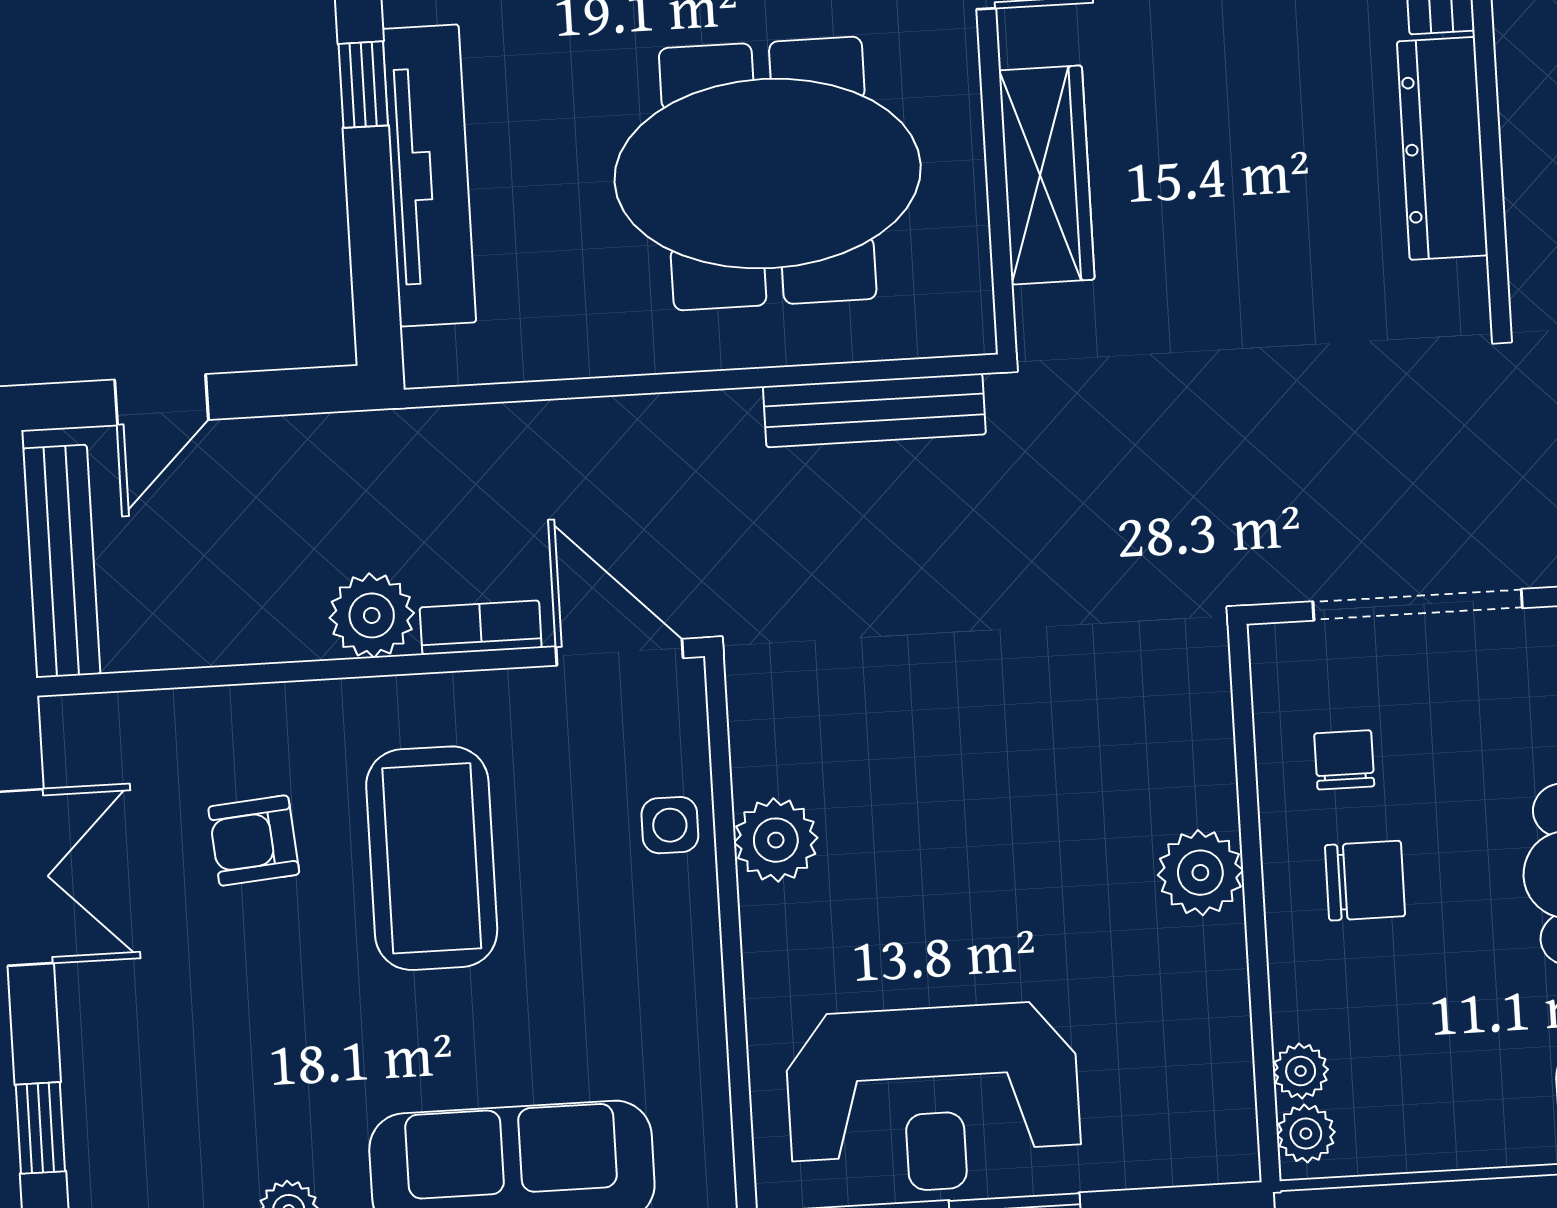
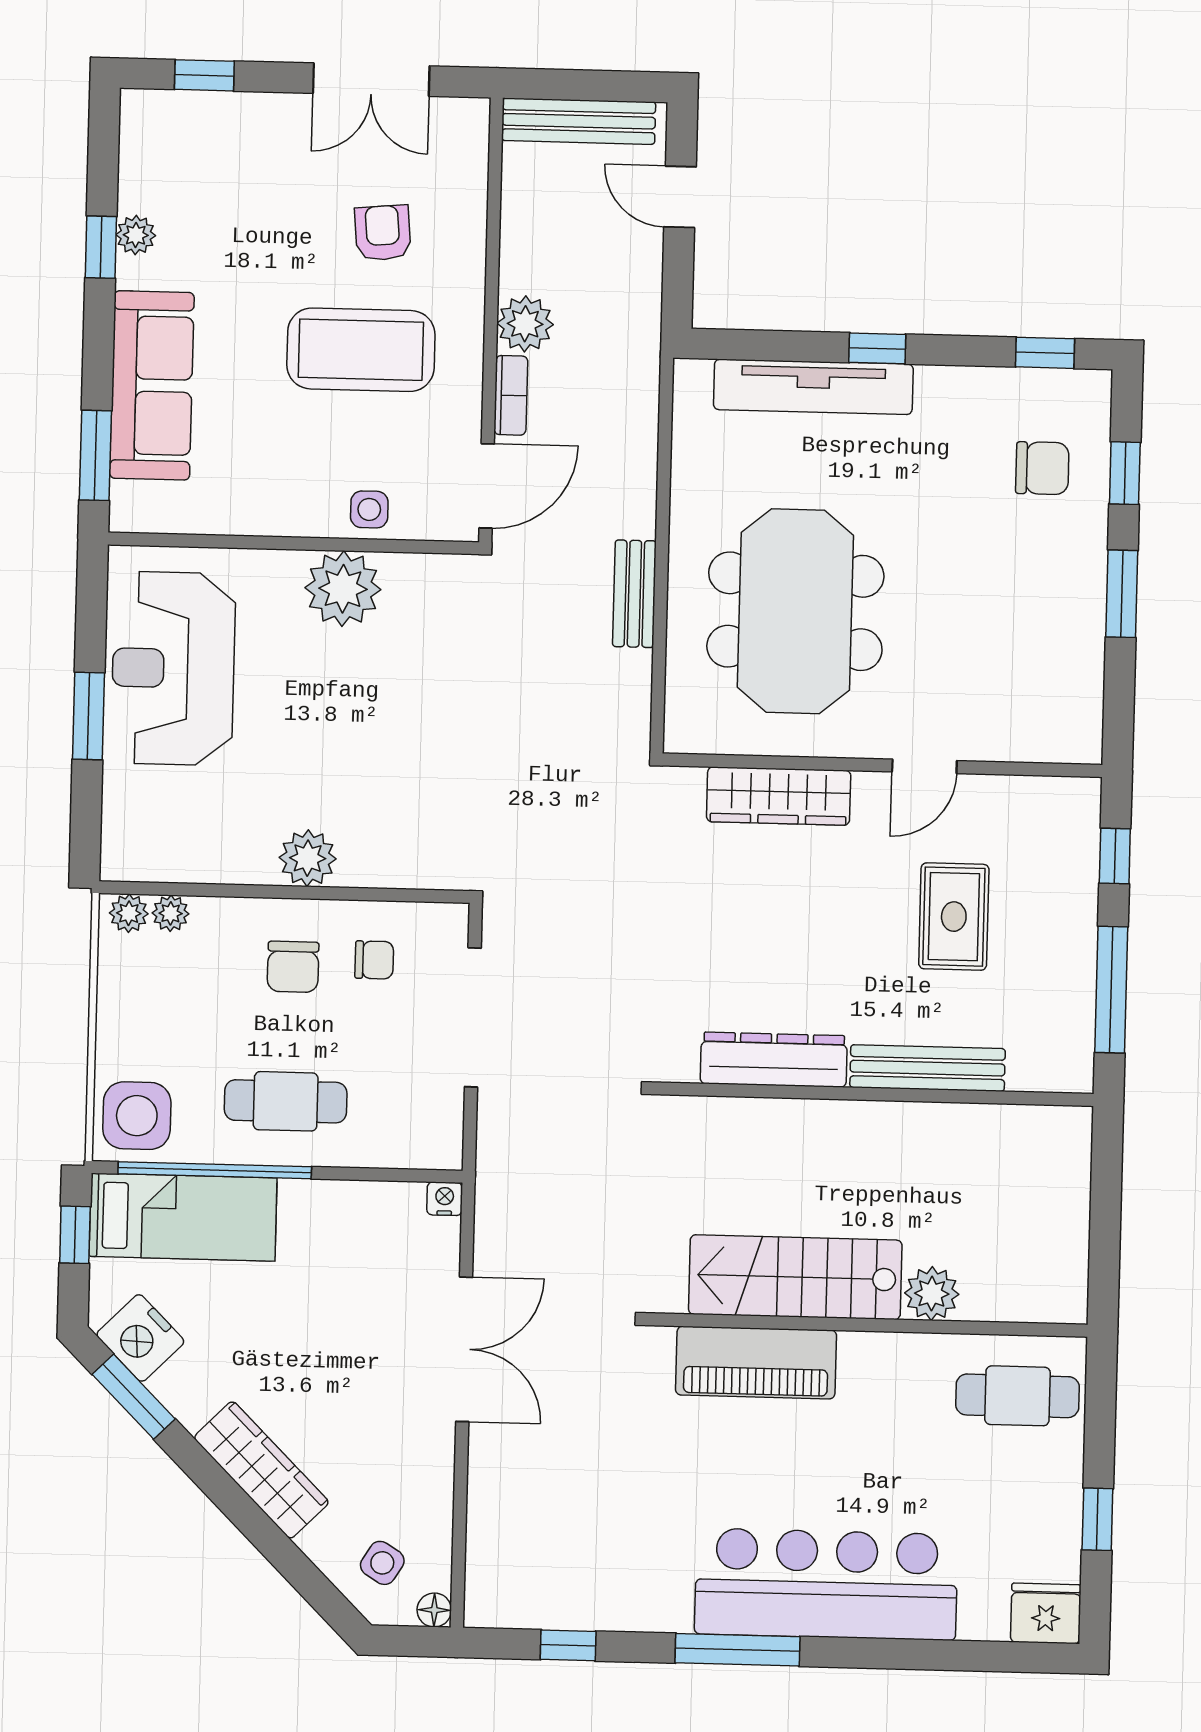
bench: (874, 410) -> (634, 594), moved, width x0.73
plant: (776, 840) -> (343, 589), width x1.36, depth x1.36

